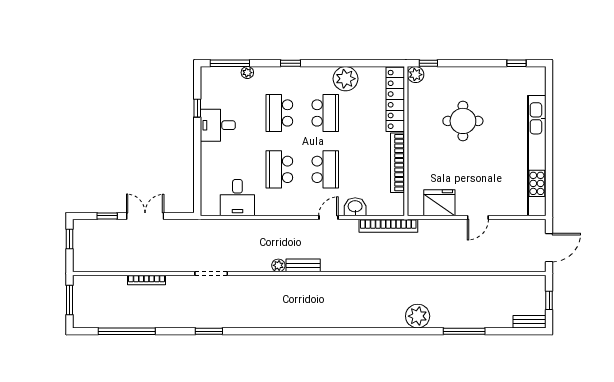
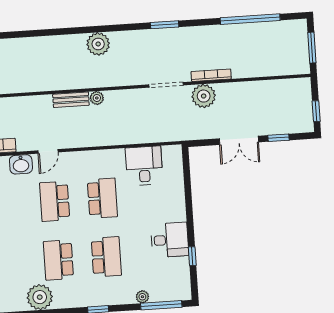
plant: (176, 261) -> (204, 96), added
bookcase: (146, 280) -> (211, 75), moved
plant: (274, 317) -> (98, 44), added

